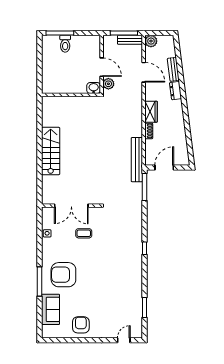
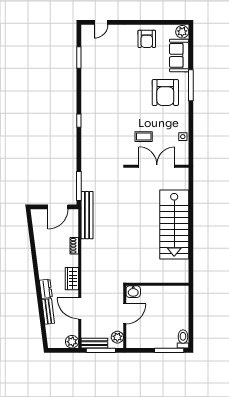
toilet: (65, 44) -> (183, 339), moved
door: (102, 67) -> (125, 314), swing flipped
plant: (108, 84) -> (117, 337), moved
wardrobe: (151, 112) -> (72, 279), moved
stairs: (51, 151) -> (174, 224), width x1.36, depth x1.51
armchair: (63, 275) -> (165, 92), turned 90
plant: (48, 332) -> (182, 32), added

